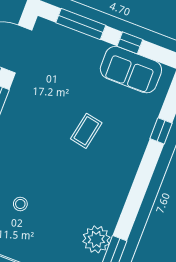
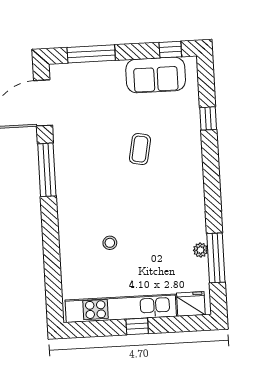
window: (130, 43) -> (170, 50), moved
plant: (96, 239) -> (200, 250), width x0.53, depth x0.53

